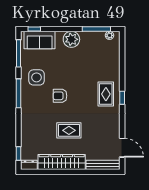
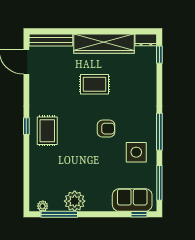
plant: (71, 39) -> (75, 201), moved

